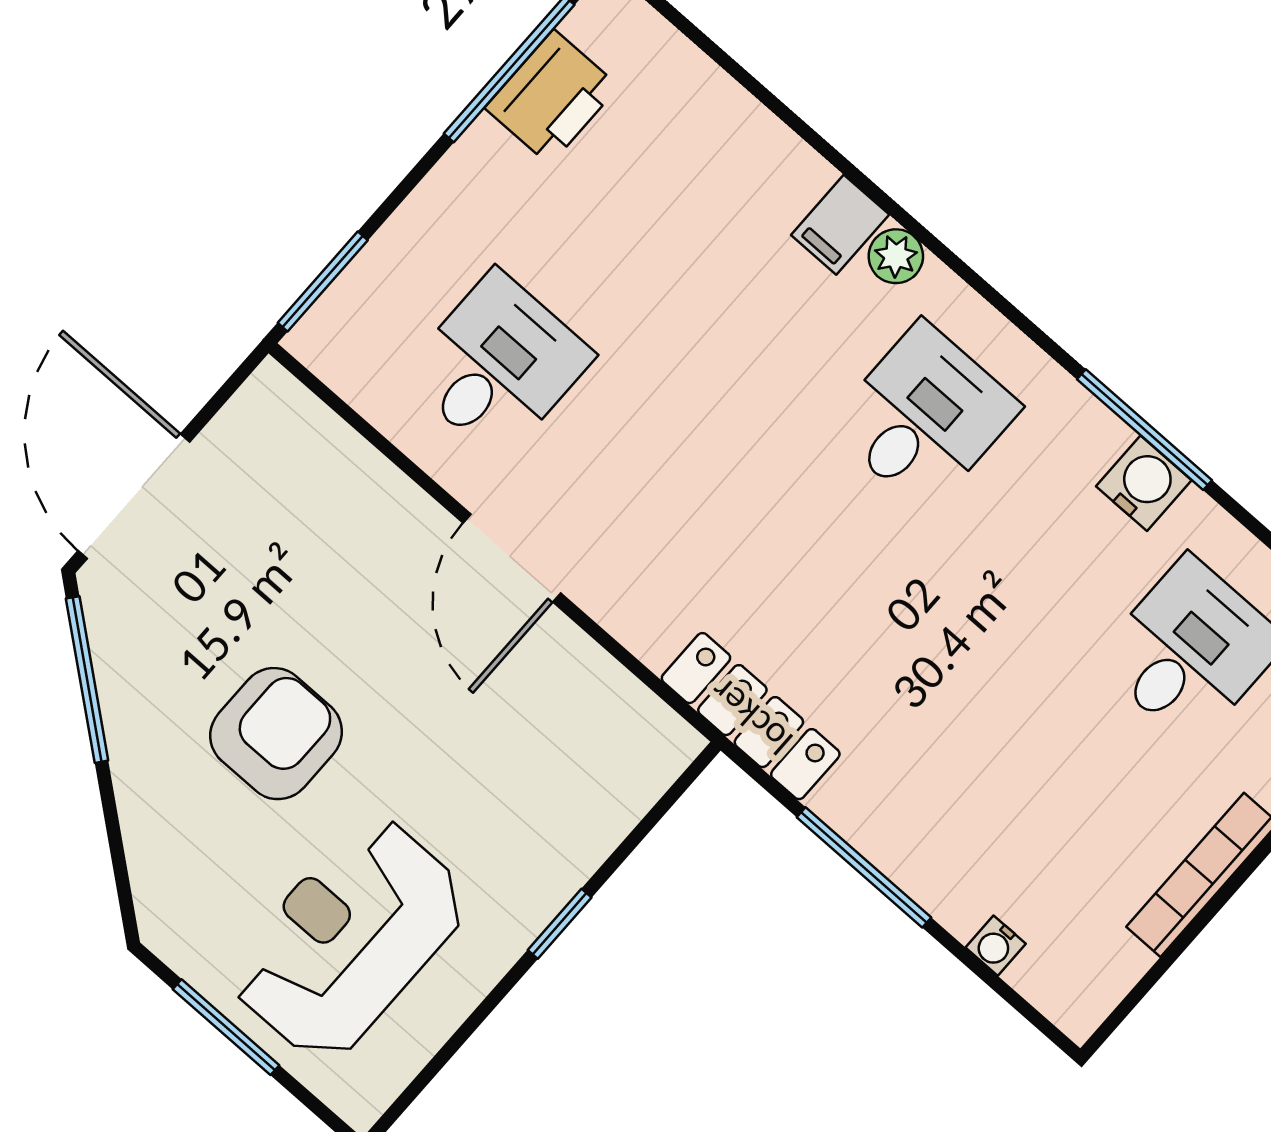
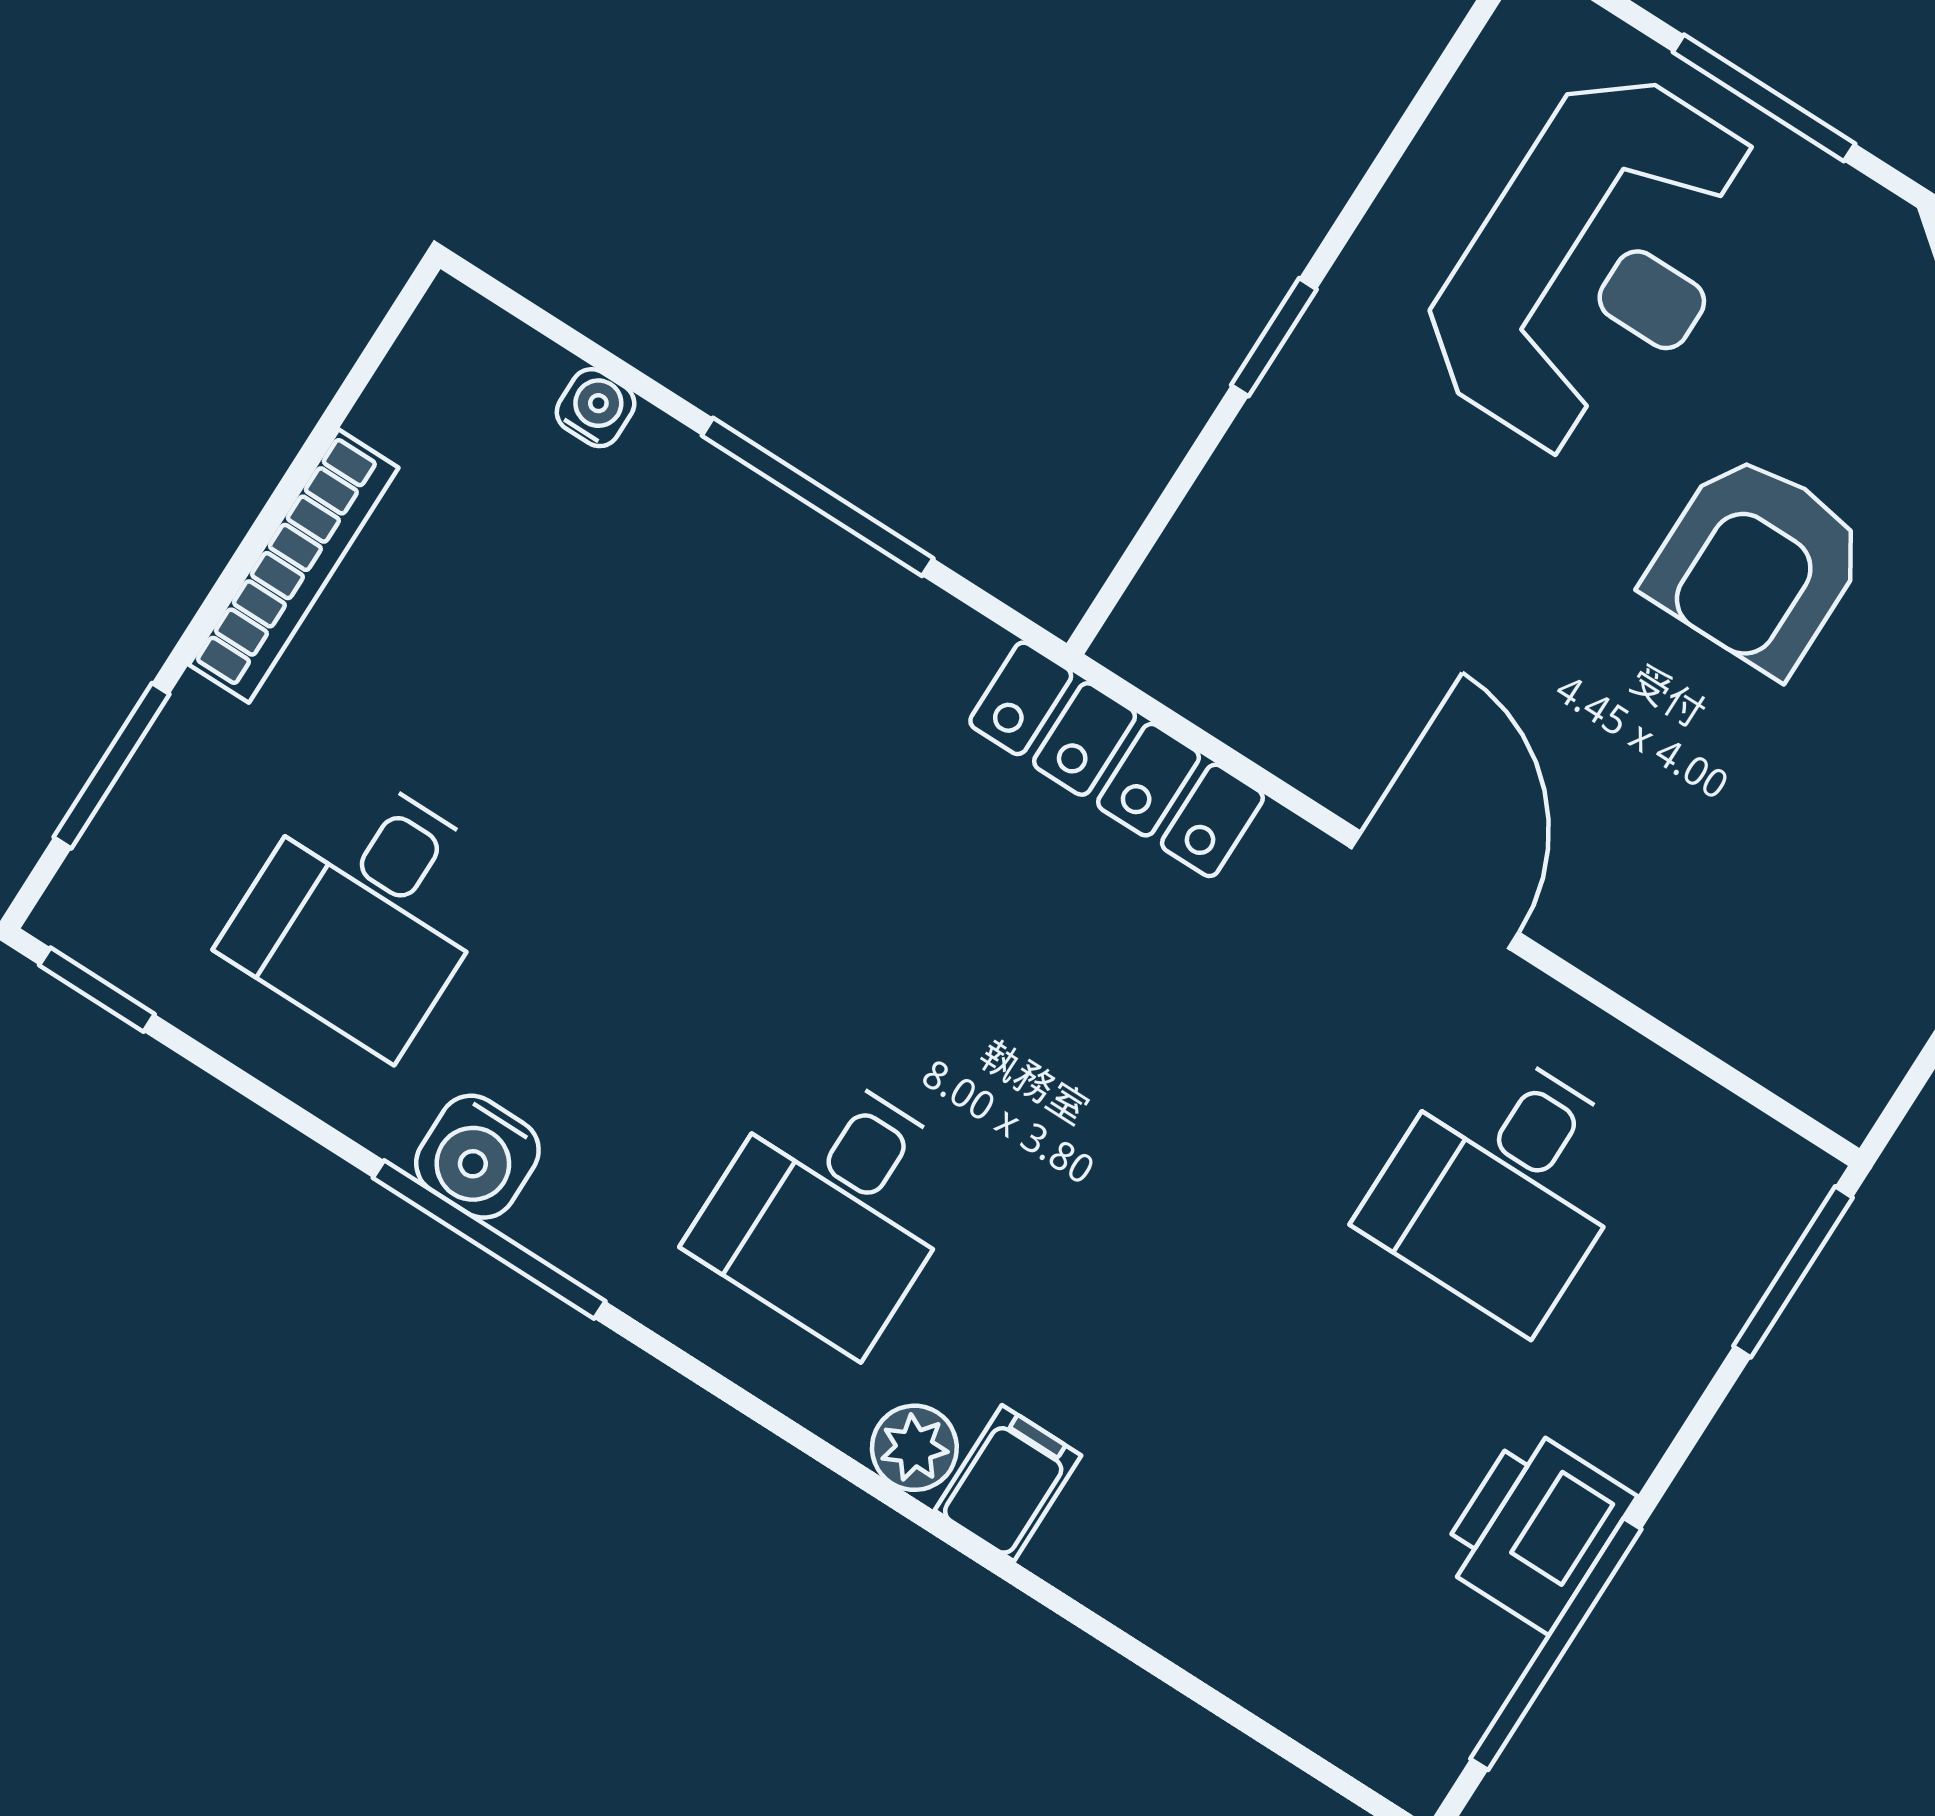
printer: (552, 97) -> (1536, 1529), moved
locker: (751, 716) -> (1117, 759), moved

